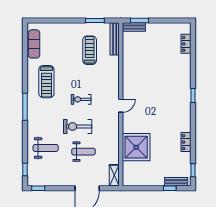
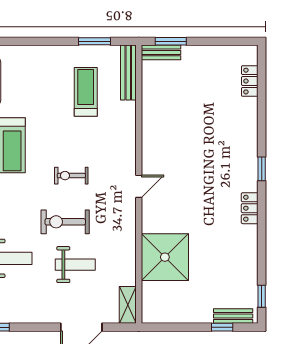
locker: (186, 142) -> (250, 208), moved

